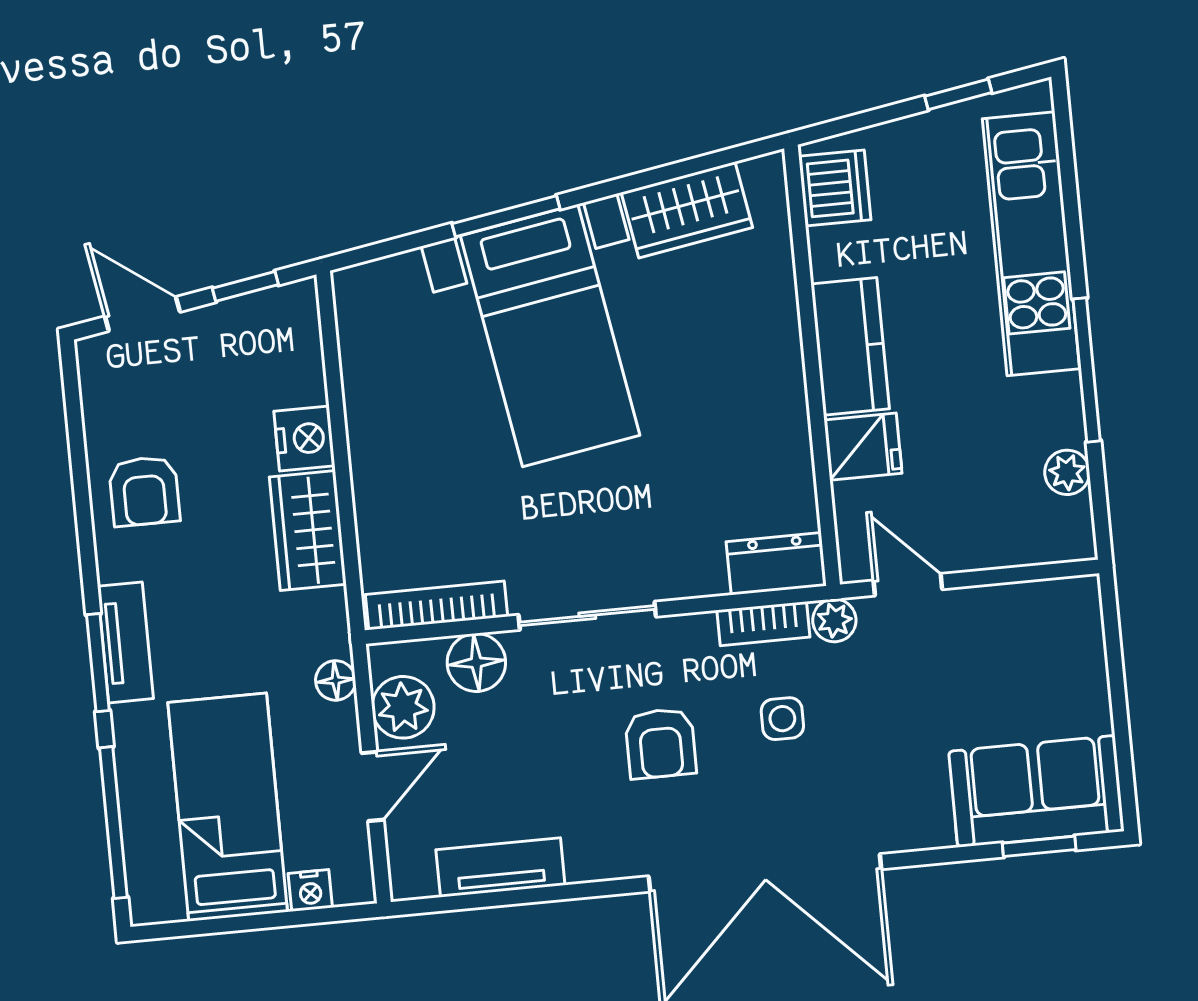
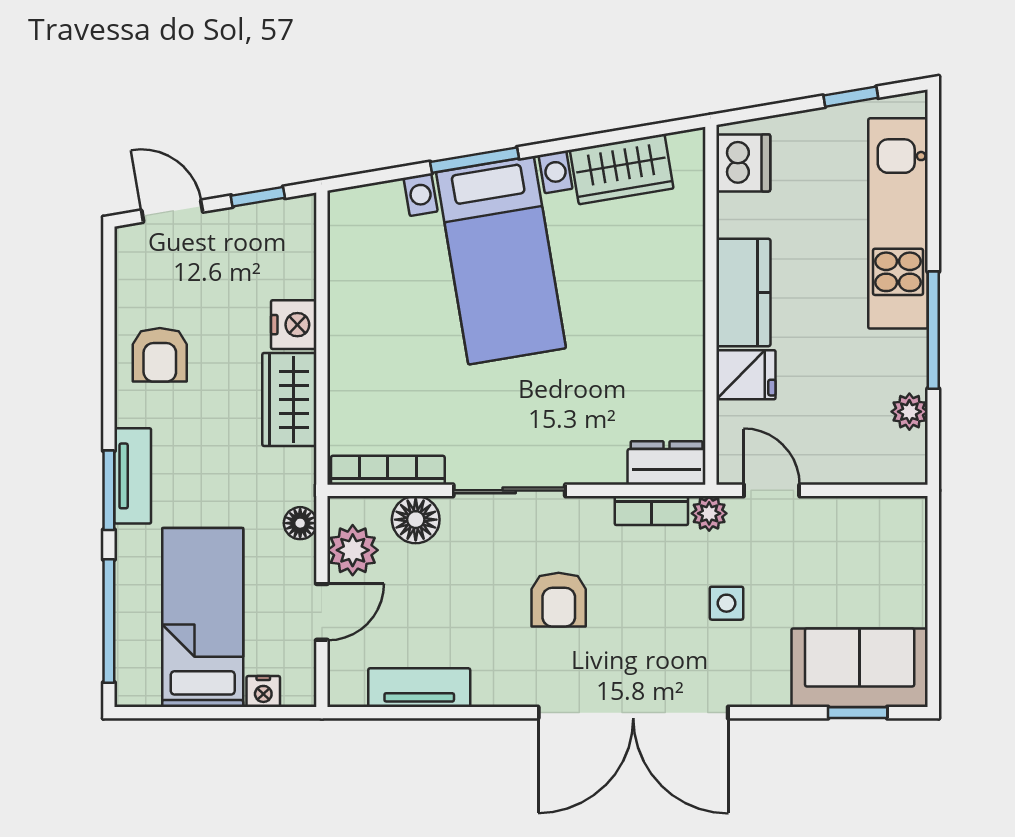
side table: (782, 719) -> (726, 603), moved

